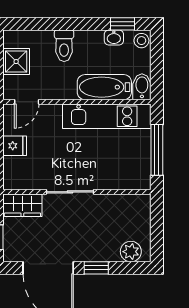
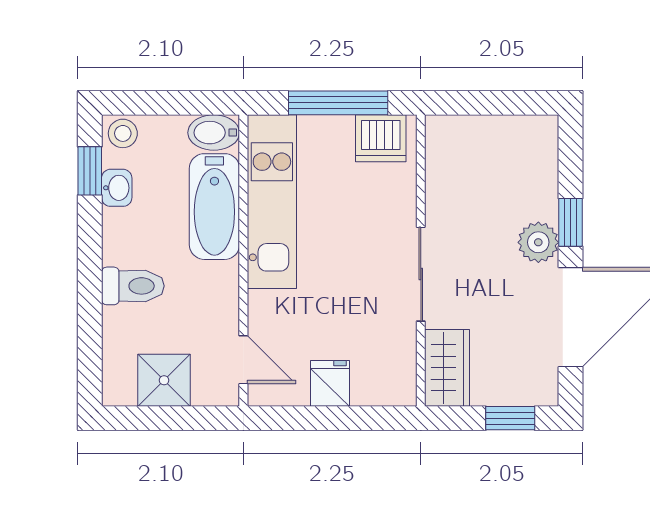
dishwasher: (139, 172) -> (381, 138), added
plant: (131, 252) -> (538, 242), moved

